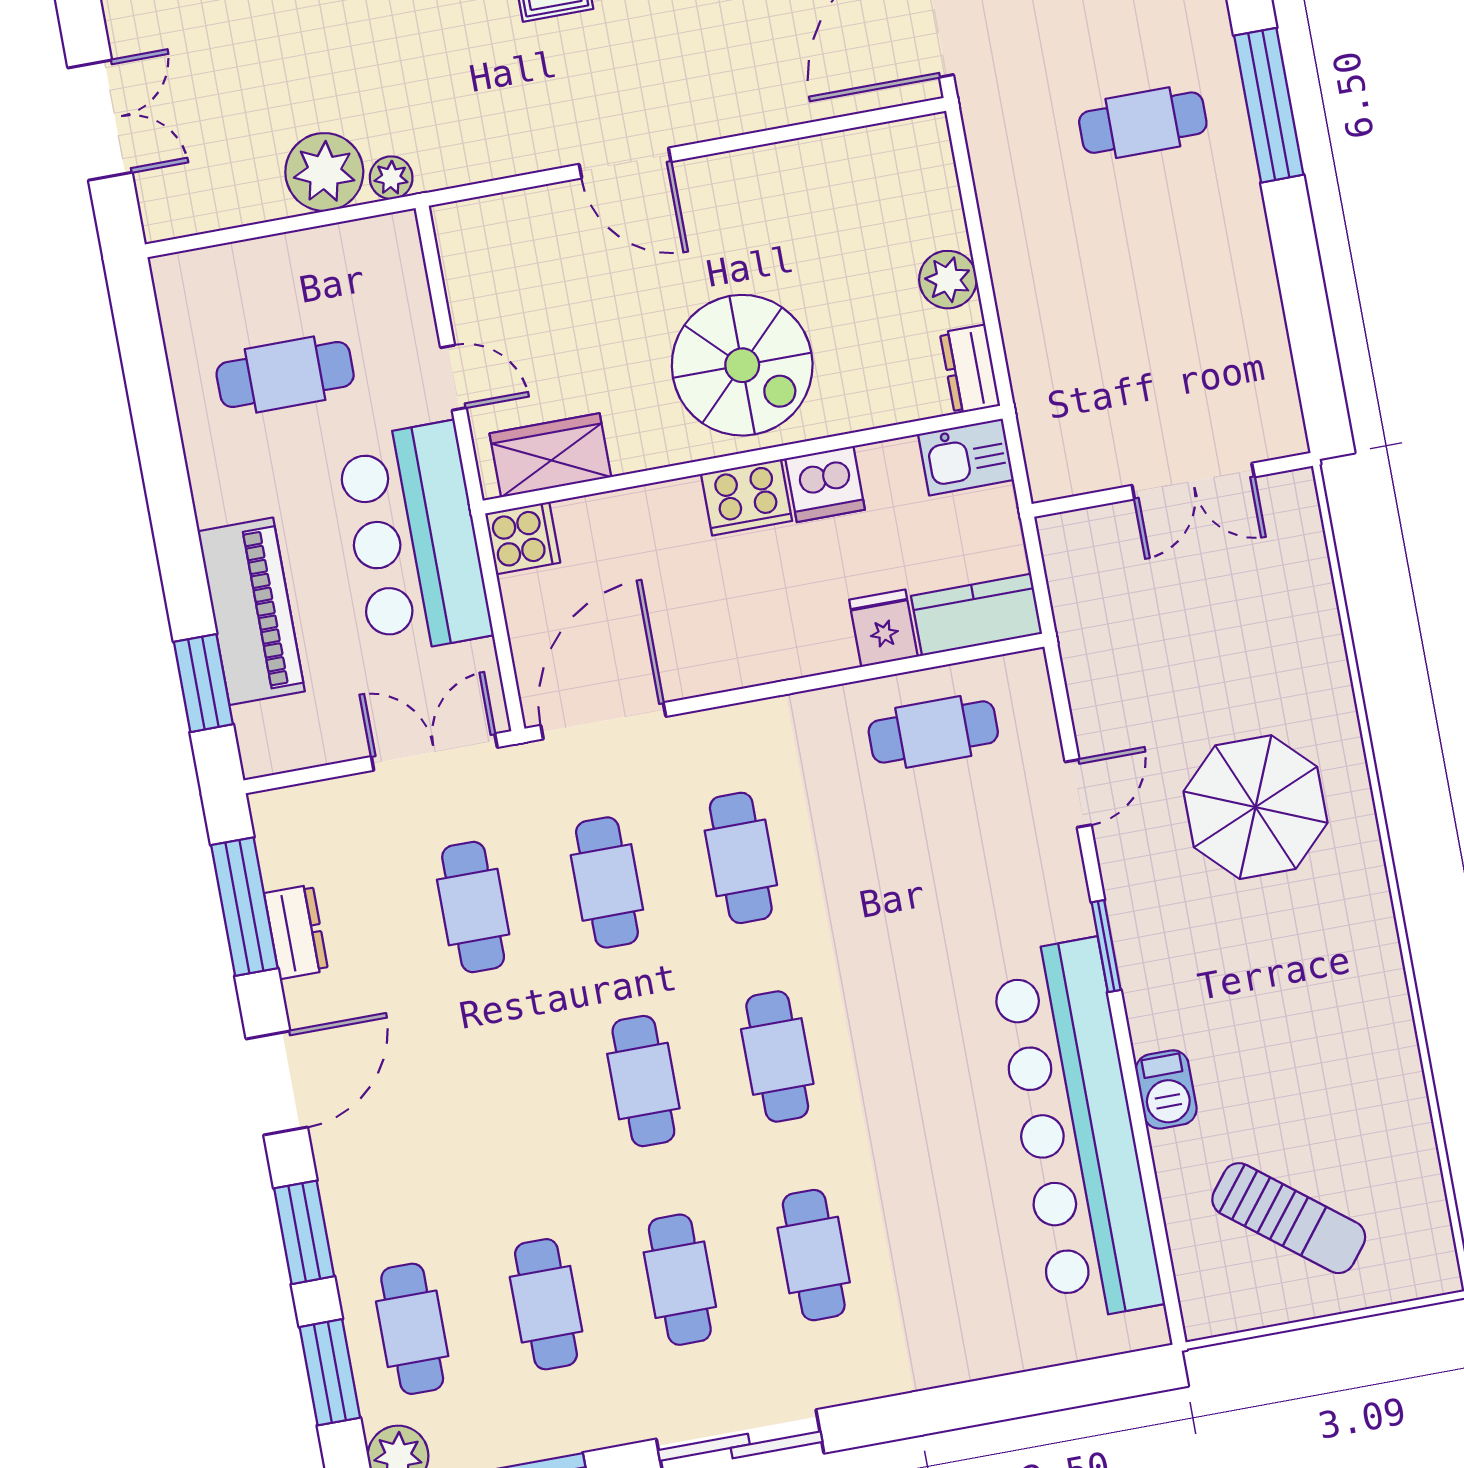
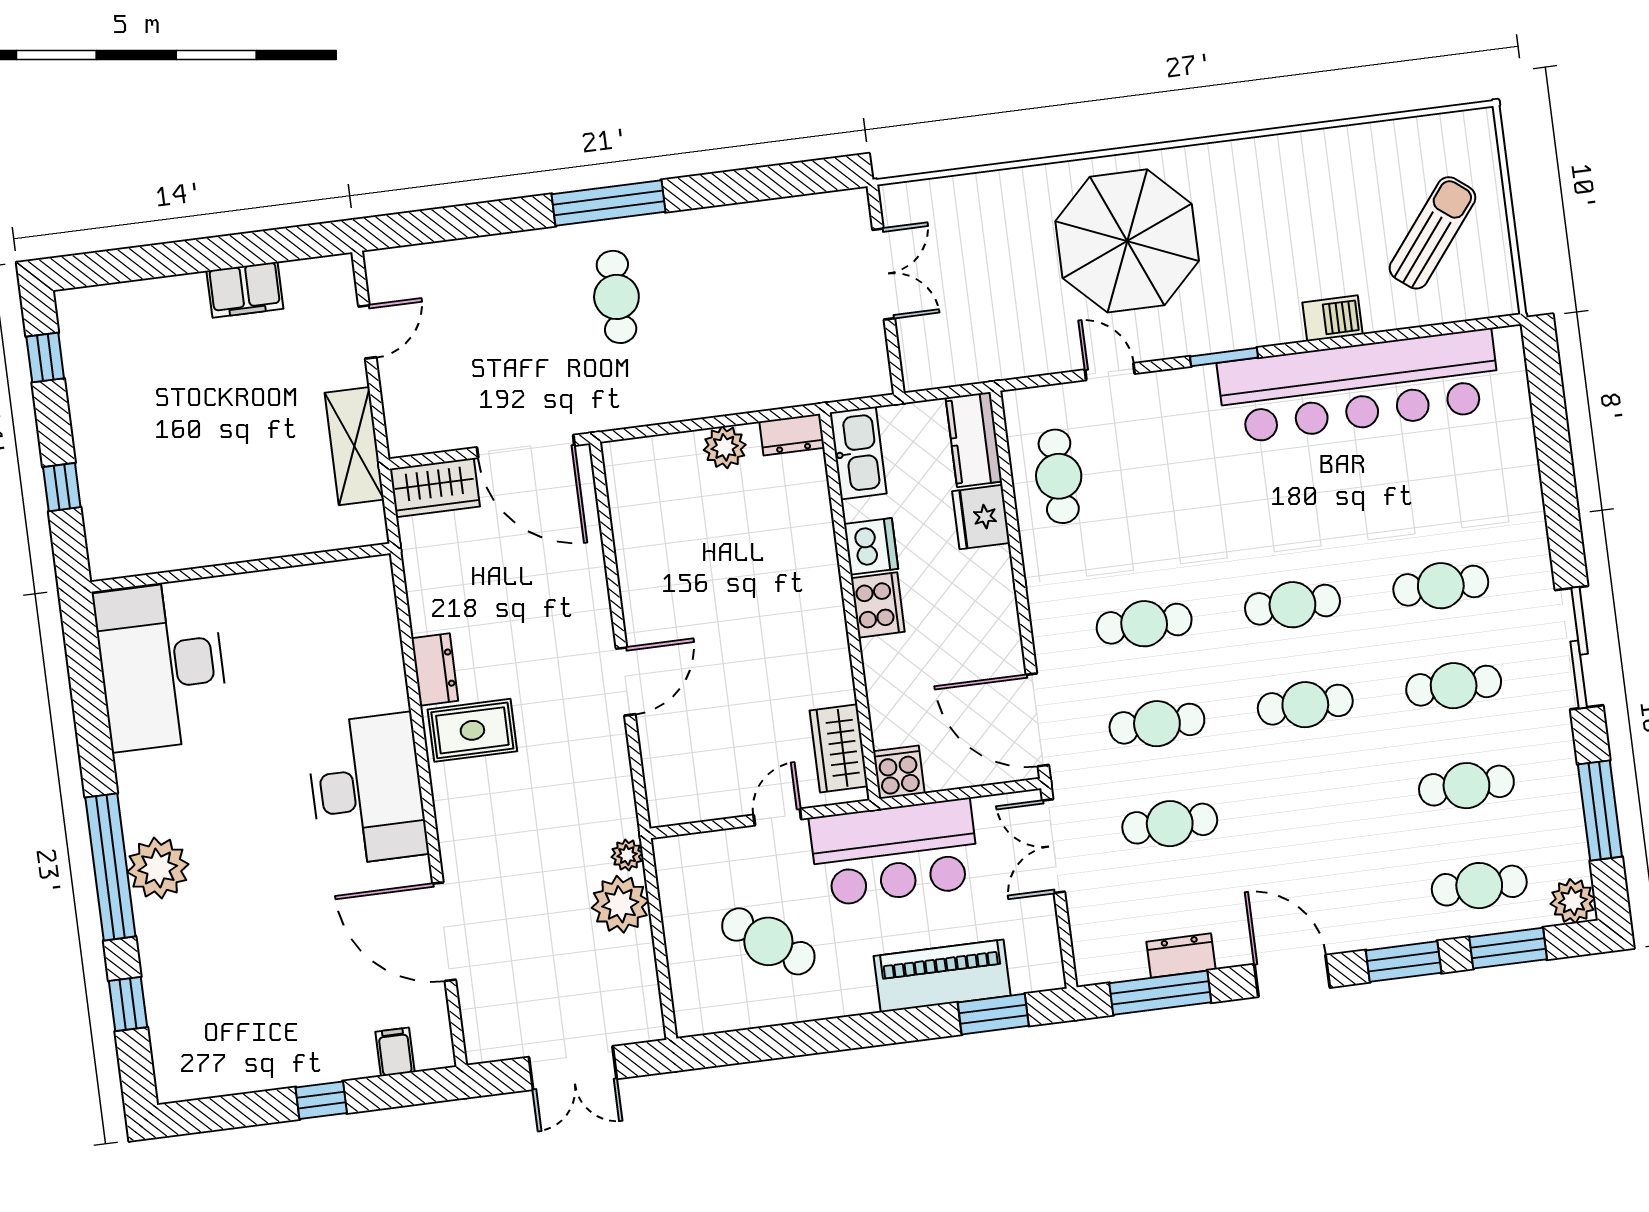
double door: (100, 120) -> (573, 1068), swing flipped
spiral stairs: (742, 365) -> (780, 603), removed
cafe table: (285, 374) -> (768, 941), turned -54
kitchen sink: (966, 457) -> (858, 453), width x1.38
fridge: (883, 628) -> (981, 517), width x1.38
parasol: (1255, 807) -> (1127, 241), width x1.36, depth x1.36

